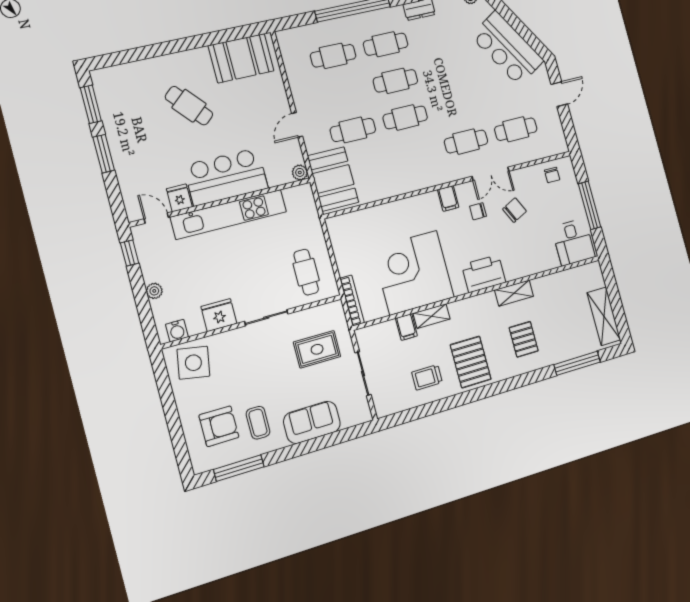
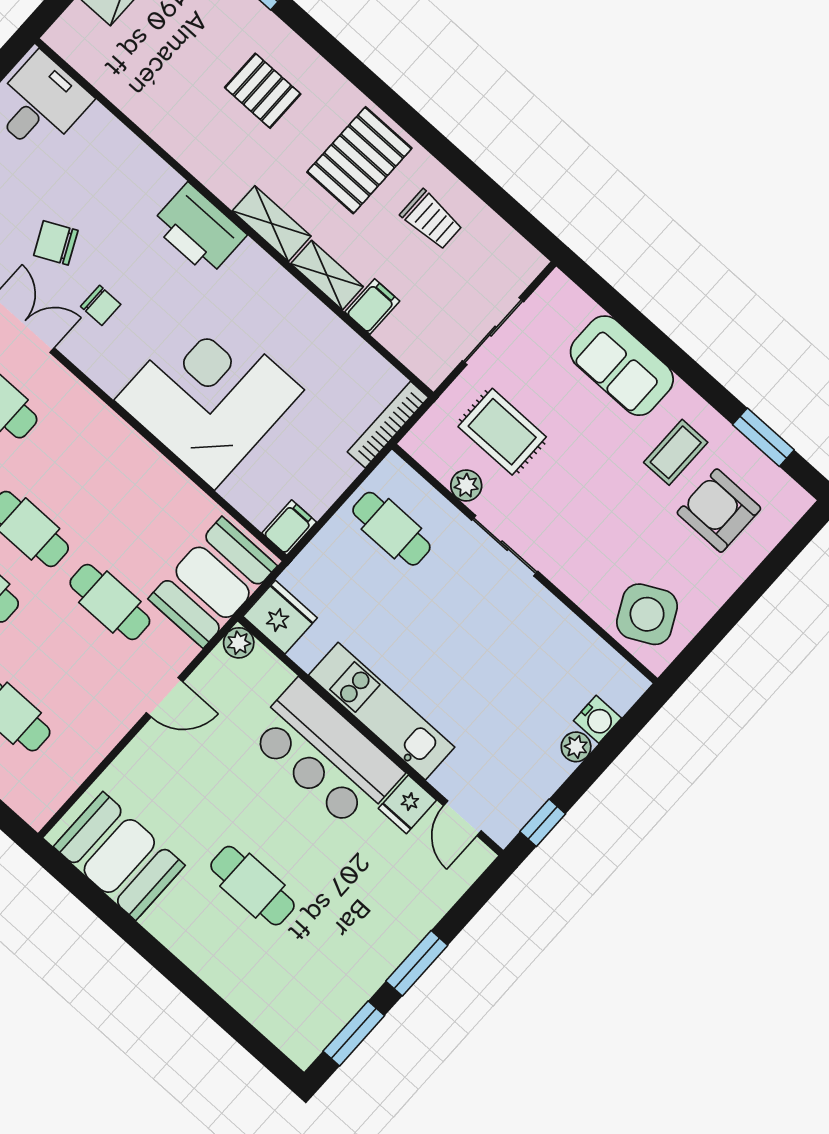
cafe table: (189, 106) -> (252, 886), turned -49
filing cabinet: (448, 198) -> (289, 528), moved
kitchen unit: (229, 214) -> (382, 711), width x0.73
cafe table: (306, 272) -> (391, 529), turned 90
corner desk: (413, 273) -> (209, 395), moved, turned 180
shelving: (514, 293) -> (272, 224), moved
fridge: (219, 315) -> (280, 617), moved, turned 180
plant: (304, 318) -> (466, 485), added
water cooler: (177, 331) -> (598, 719), moved, turned 90
pallet: (524, 339) -> (263, 91), turned 90
side table: (193, 363) -> (647, 614), turned -37
window: (239, 468) -> (763, 437), width x0.69

